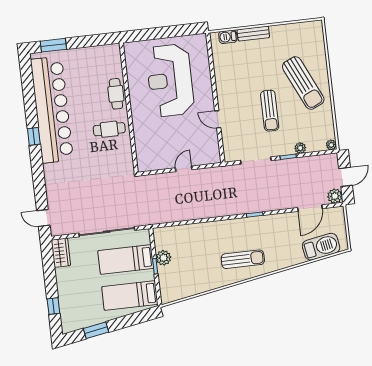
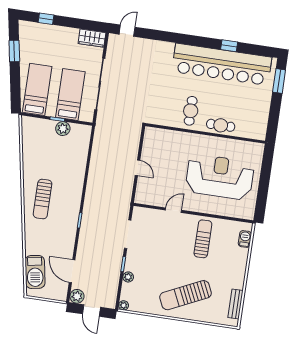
bench: (253, 33) -> (236, 304), moved
sun lounger: (270, 111) -> (203, 239), moved, turned 90
window: (34, 136) -> (229, 46), moved

